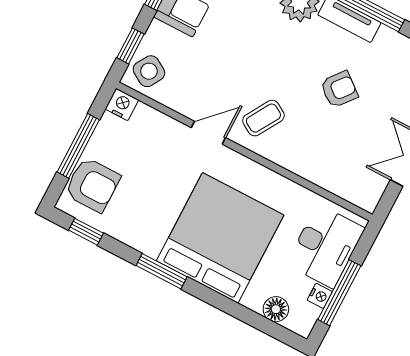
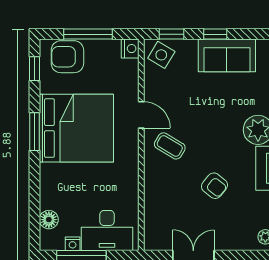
armchair: (92, 185) -> (67, 57), turned 90
bed: (220, 238) -> (76, 128), moved

